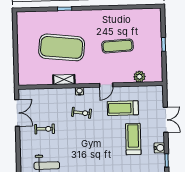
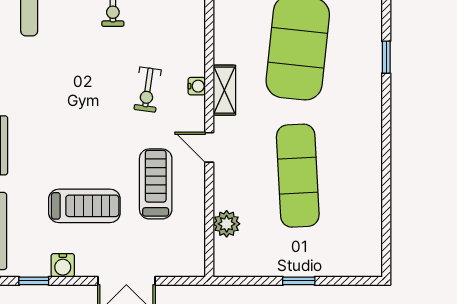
exercise mat: (118, 46) -> (298, 176), width x1.36, depth x1.45
shelving: (64, 80) -> (224, 90), moved

